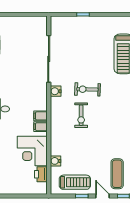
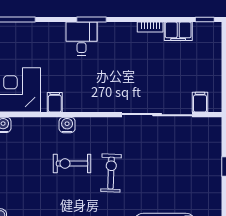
water cooler: (56, 91) -> (67, 125), moved
filing cabinet: (40, 116) -> (200, 102), moved

